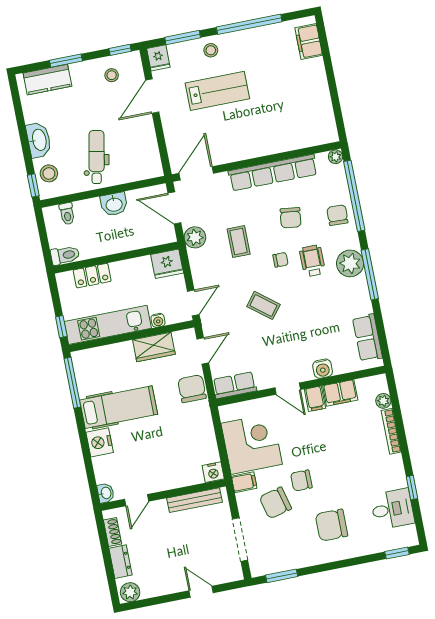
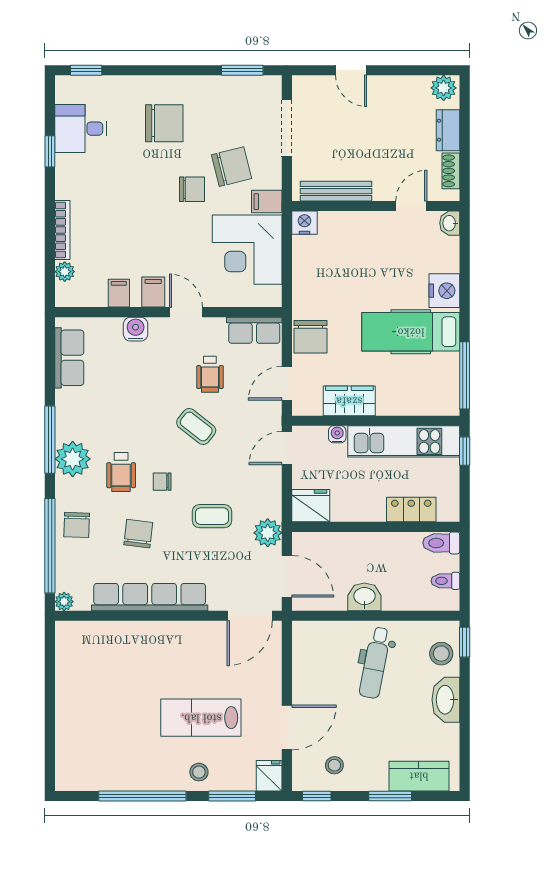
filing cabinet: (309, 42) -> (69, 758), removed
toilet: (67, 214) -> (445, 581), moved, turned -90
coffee table: (239, 242) -> (212, 516), turned 90
wheelchair: (261, 346) -> (210, 374), added
filing cabinet: (340, 393) -> (119, 293), width x0.50

